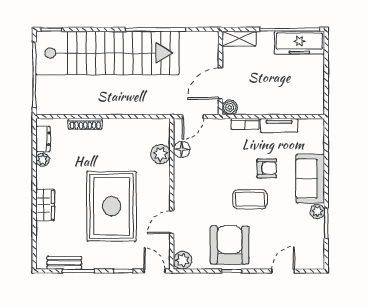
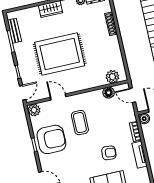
plant: (160, 154) -> (112, 77), moved
armchair: (267, 168) -> (109, 153), turned -85
coffee table: (250, 199) -> (80, 123), moved

